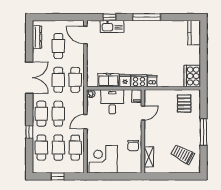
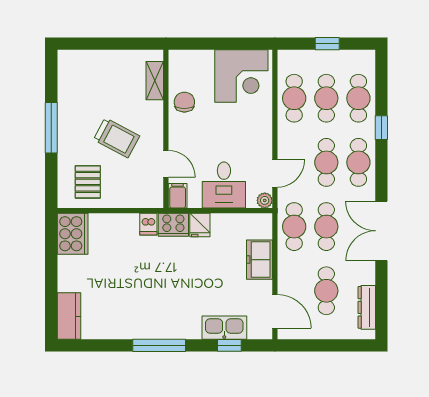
freezer: (108, 80) -> (260, 260), moved, turned 90
door: (143, 113) -> (166, 164), swing flipped
door: (85, 122) -> (275, 173), moved
trolley: (183, 154) -> (116, 138), moved

